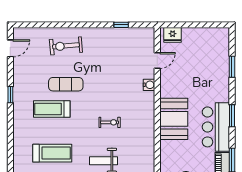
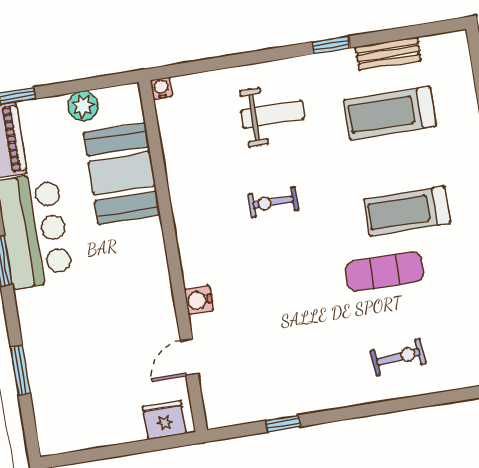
exercise bike: (66, 46) -> (398, 357), width x0.73, depth x0.72
treadmill: (52, 109) -> (407, 211), turned 180
booth: (174, 119) -> (122, 174), moved

